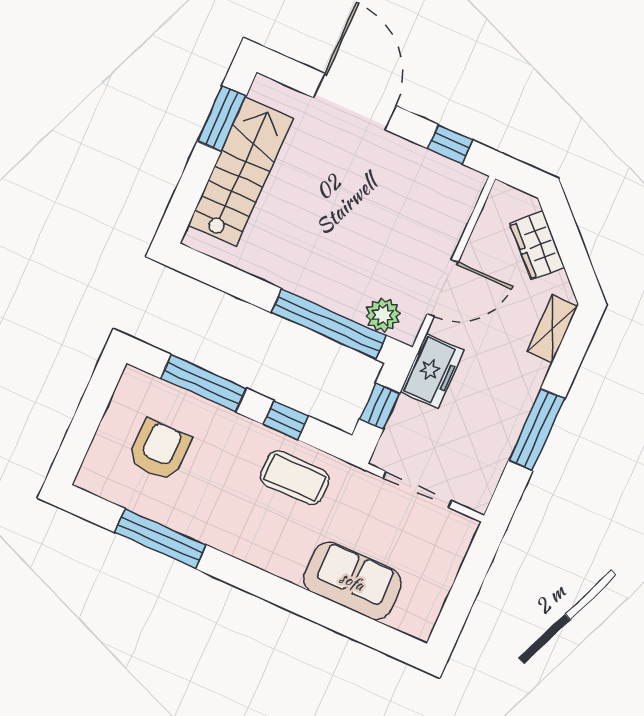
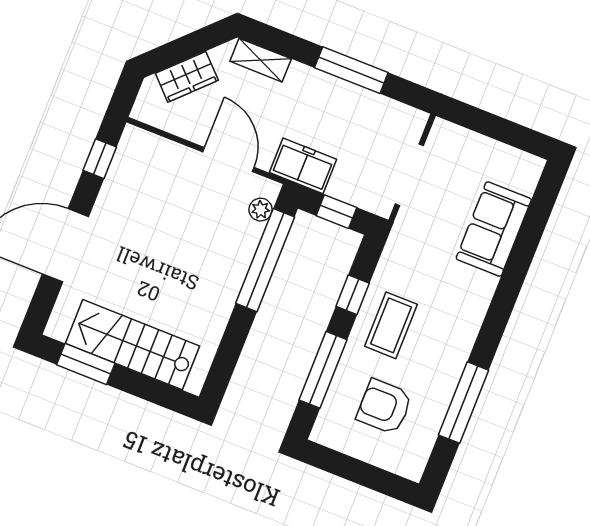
plant: (383, 315) -> (261, 210), width x0.73, depth x0.73
coffee table: (295, 478) -> (391, 325), moved

